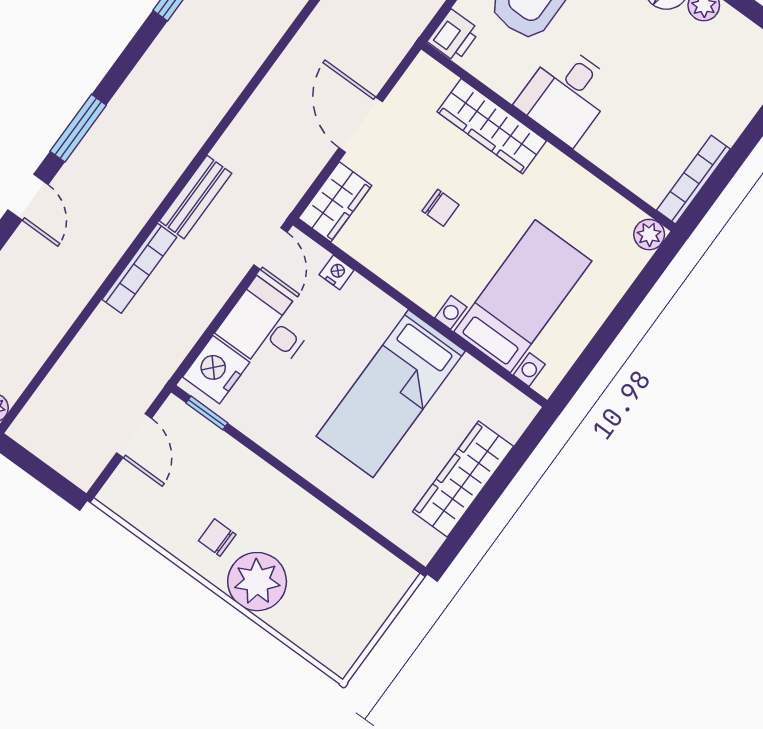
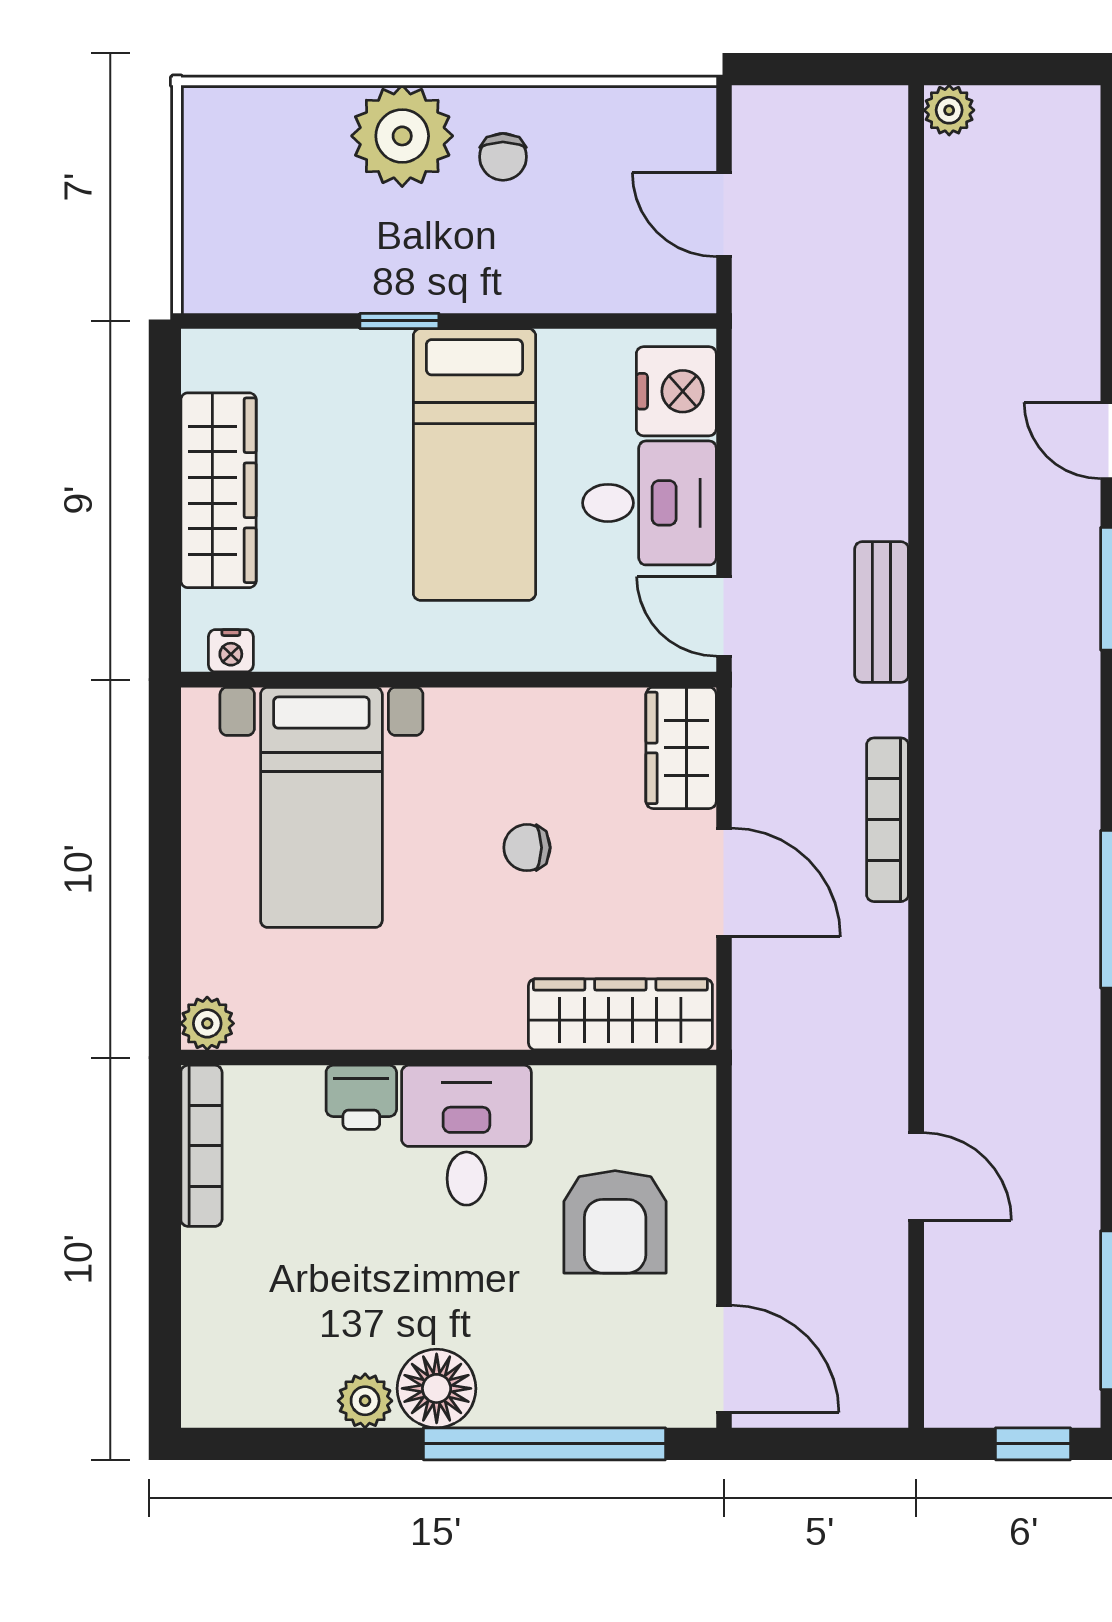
printer: (454, 36) -> (361, 1097), moved, turned -90
wardrobe: (492, 126) -> (620, 1014), moved
bookcase: (139, 268) -> (887, 820), moved
nightstand: (337, 272) -> (231, 651), moved
bed: (391, 394) -> (474, 464), moved, turned 180
window: (207, 413) -> (399, 321), moved
chair: (217, 538) -> (503, 157), turned 90

